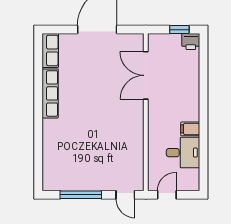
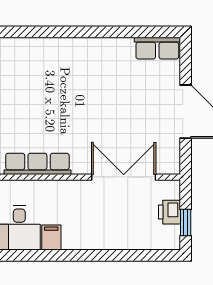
printer: (191, 41) -> (169, 212), moved
row of seats: (50, 93) -> (37, 164), moved, turned 180

